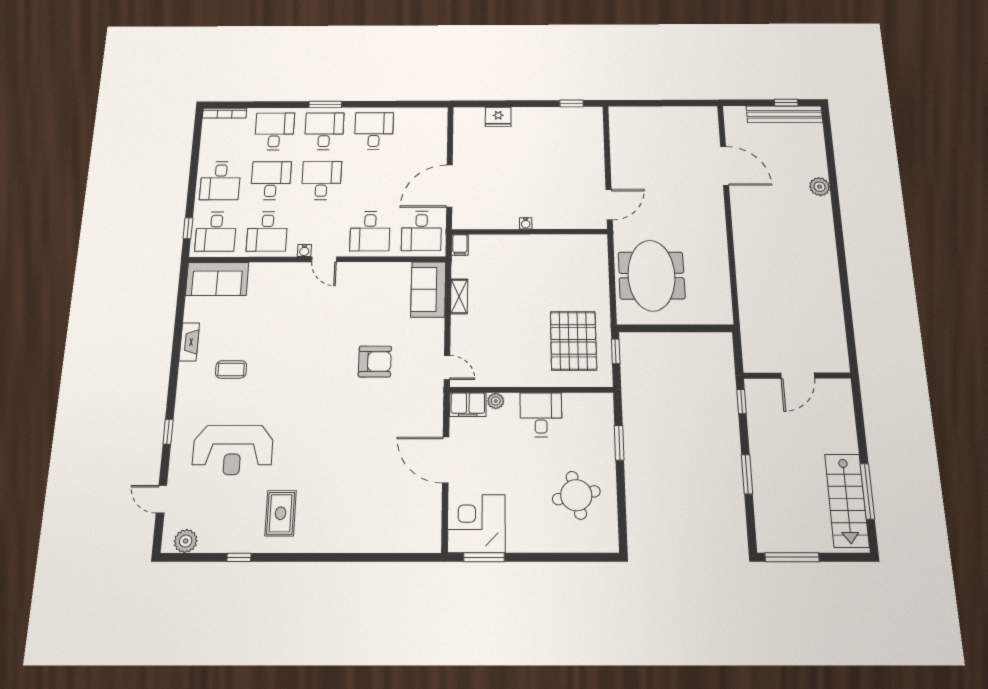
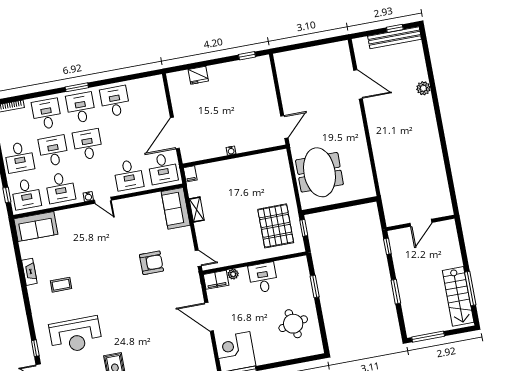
window: (168, 432) -> (35, 348), moved

